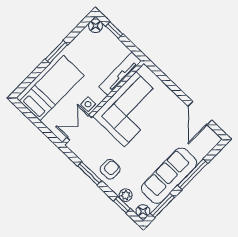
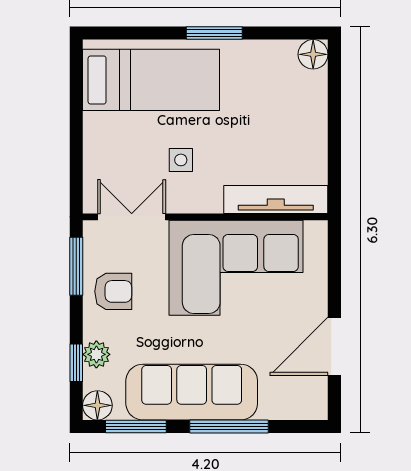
window: (114, 30) -> (334, 90), removed
tv unit: (120, 74) -> (276, 200), moved
wall: (103, 103) -> (205, 217), moved
corner sofa: (130, 109) -> (236, 268), moved
double door: (79, 127) -> (132, 217), moved

